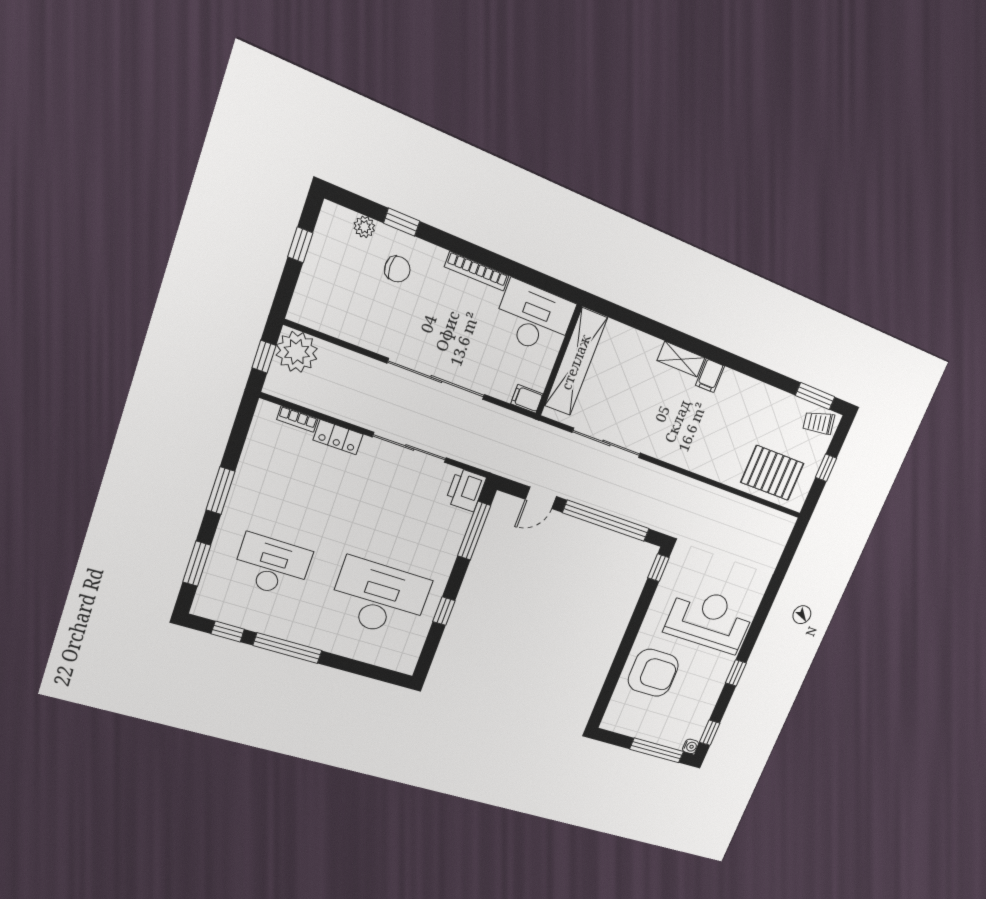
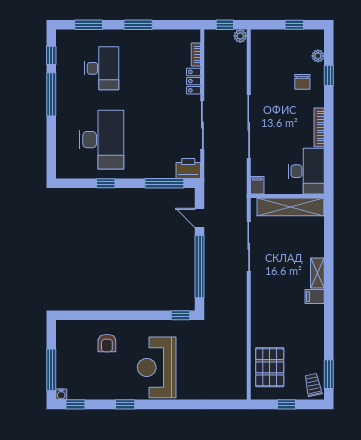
plant: (297, 352) -> (240, 36), width x0.53, depth x0.53
reception desk: (709, 620) -> (157, 367), turned 180
armchair: (653, 673) -> (107, 343), width x0.53, depth x0.53

